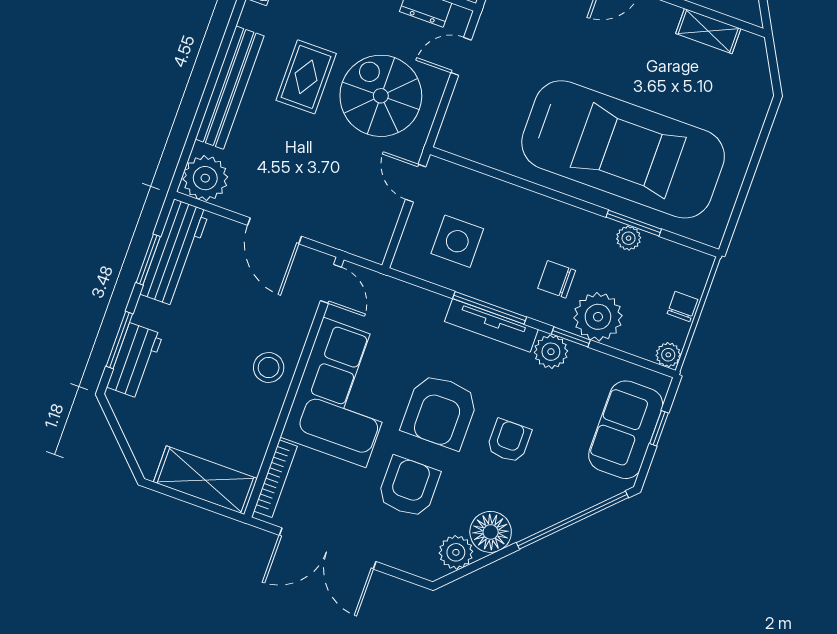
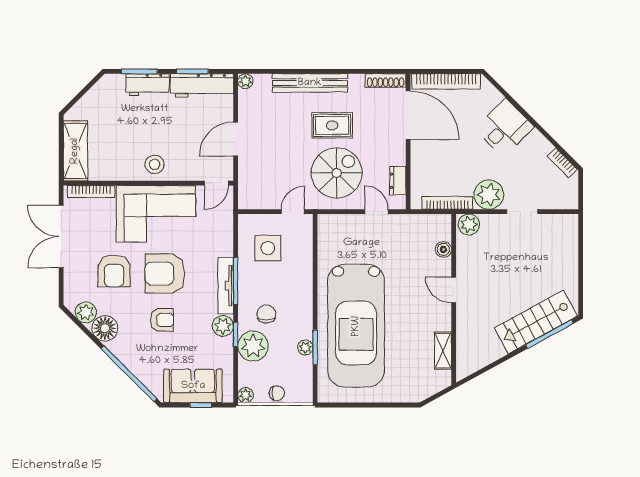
plant: (205, 178) -> (245, 81), width x0.53, depth x0.53
workbench: (135, 361) -> (148, 85), moved
armchair: (409, 487) -> (114, 271), turned 90

